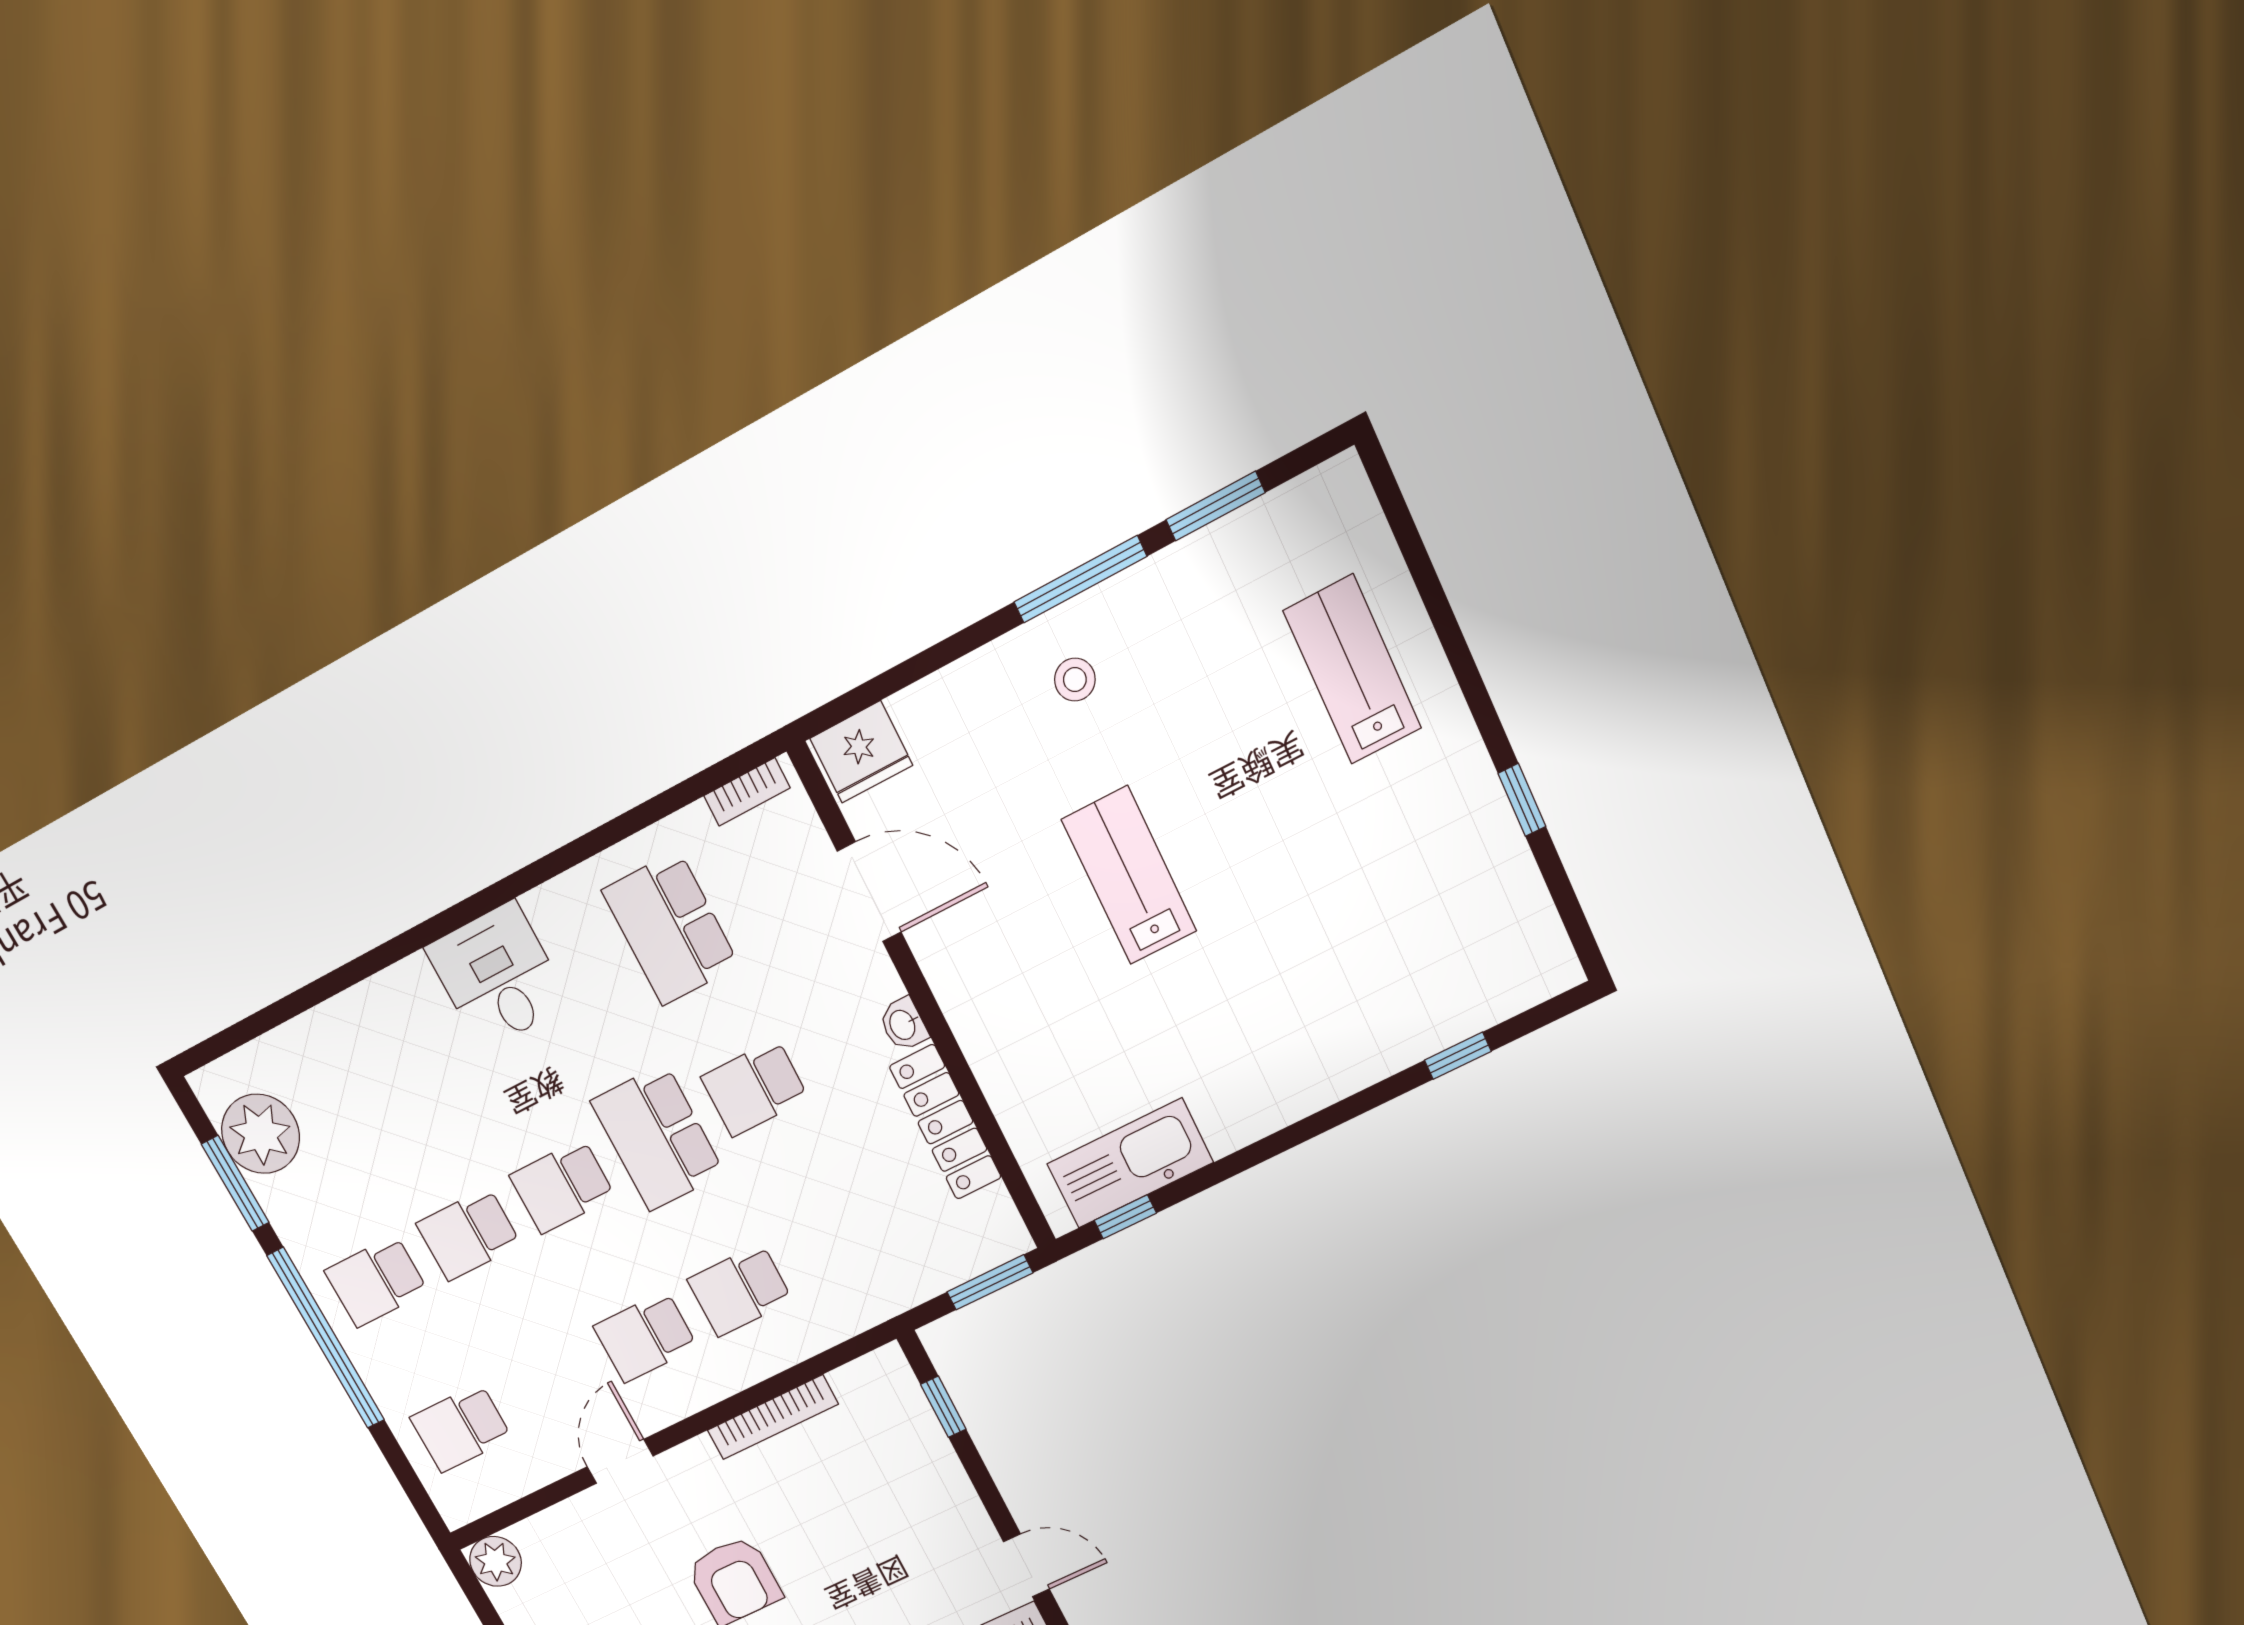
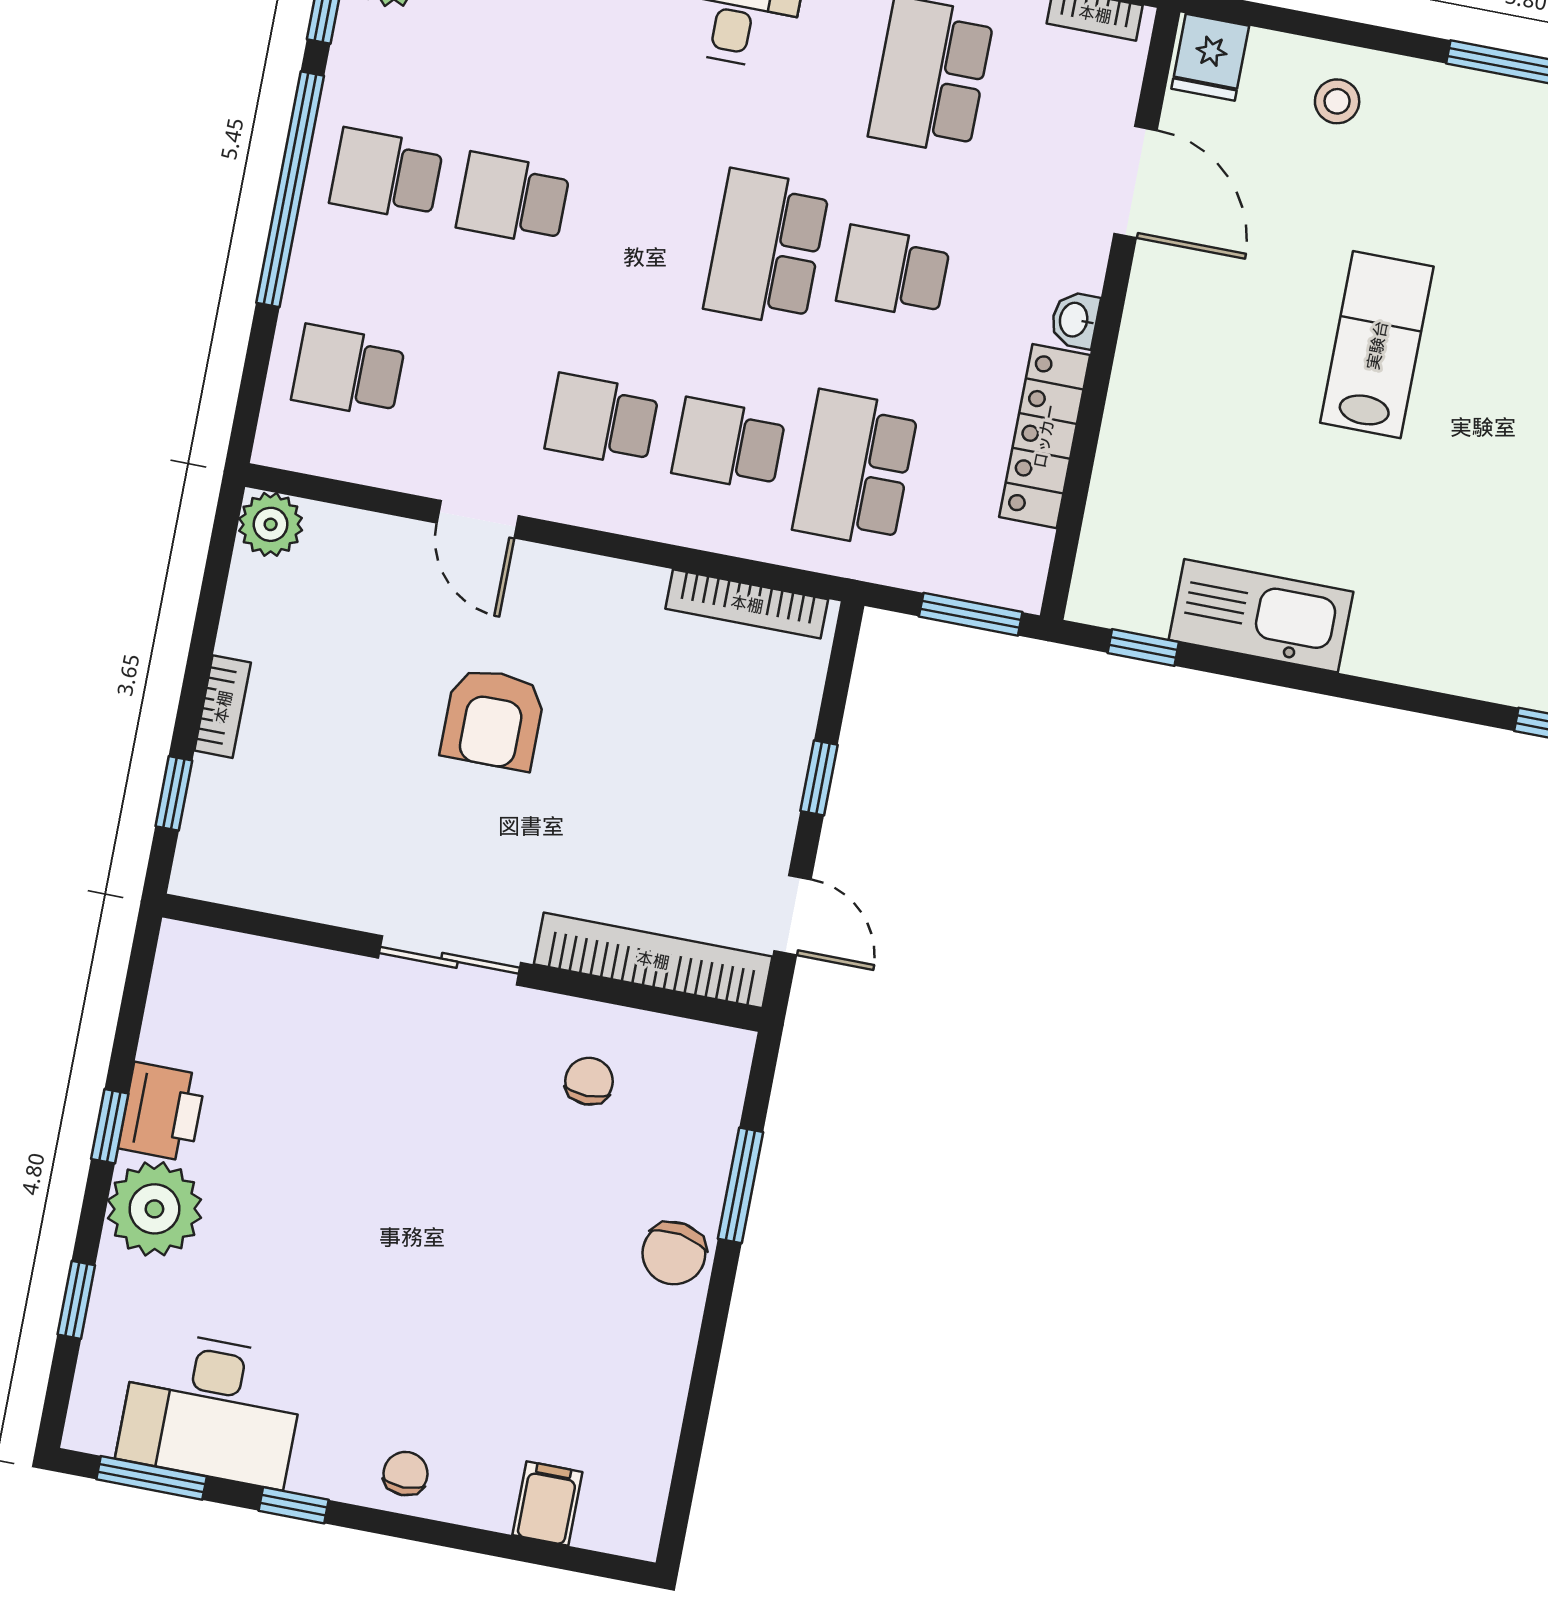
stool: (1075, 680) -> (1337, 101), moved
fridge: (861, 752) -> (1210, 57), width x0.72
kitchen sink: (1130, 1163) -> (1261, 616), moved
school desk: (562, 1186) -> (856, 469), moved, width x1.85
window: (943, 1407) -> (819, 778), moved
bookcase: (773, 1417) -> (747, 604), moved
door: (620, 1461) -> (478, 519), swing flipped

